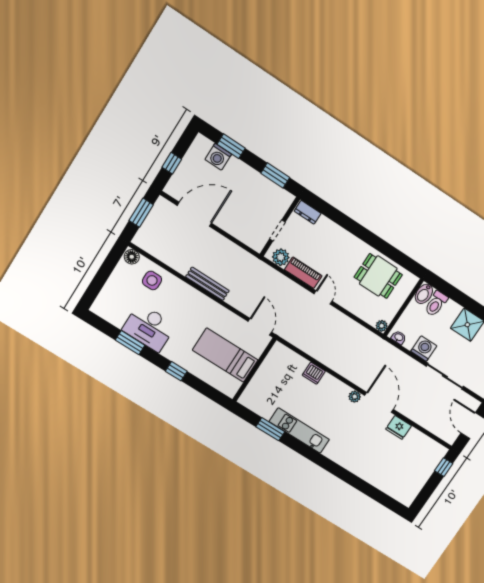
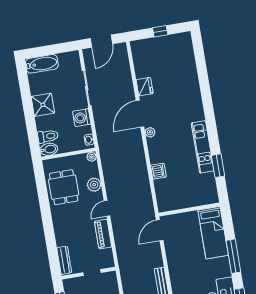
dresser: (308, 212) -> (64, 260), width x1.44
plant: (281, 257) -> (94, 185), moved
bed: (225, 355) -> (213, 233), moved
window: (176, 371) -> (233, 256), width x2.17
window: (444, 467) -> (160, 31), moved

